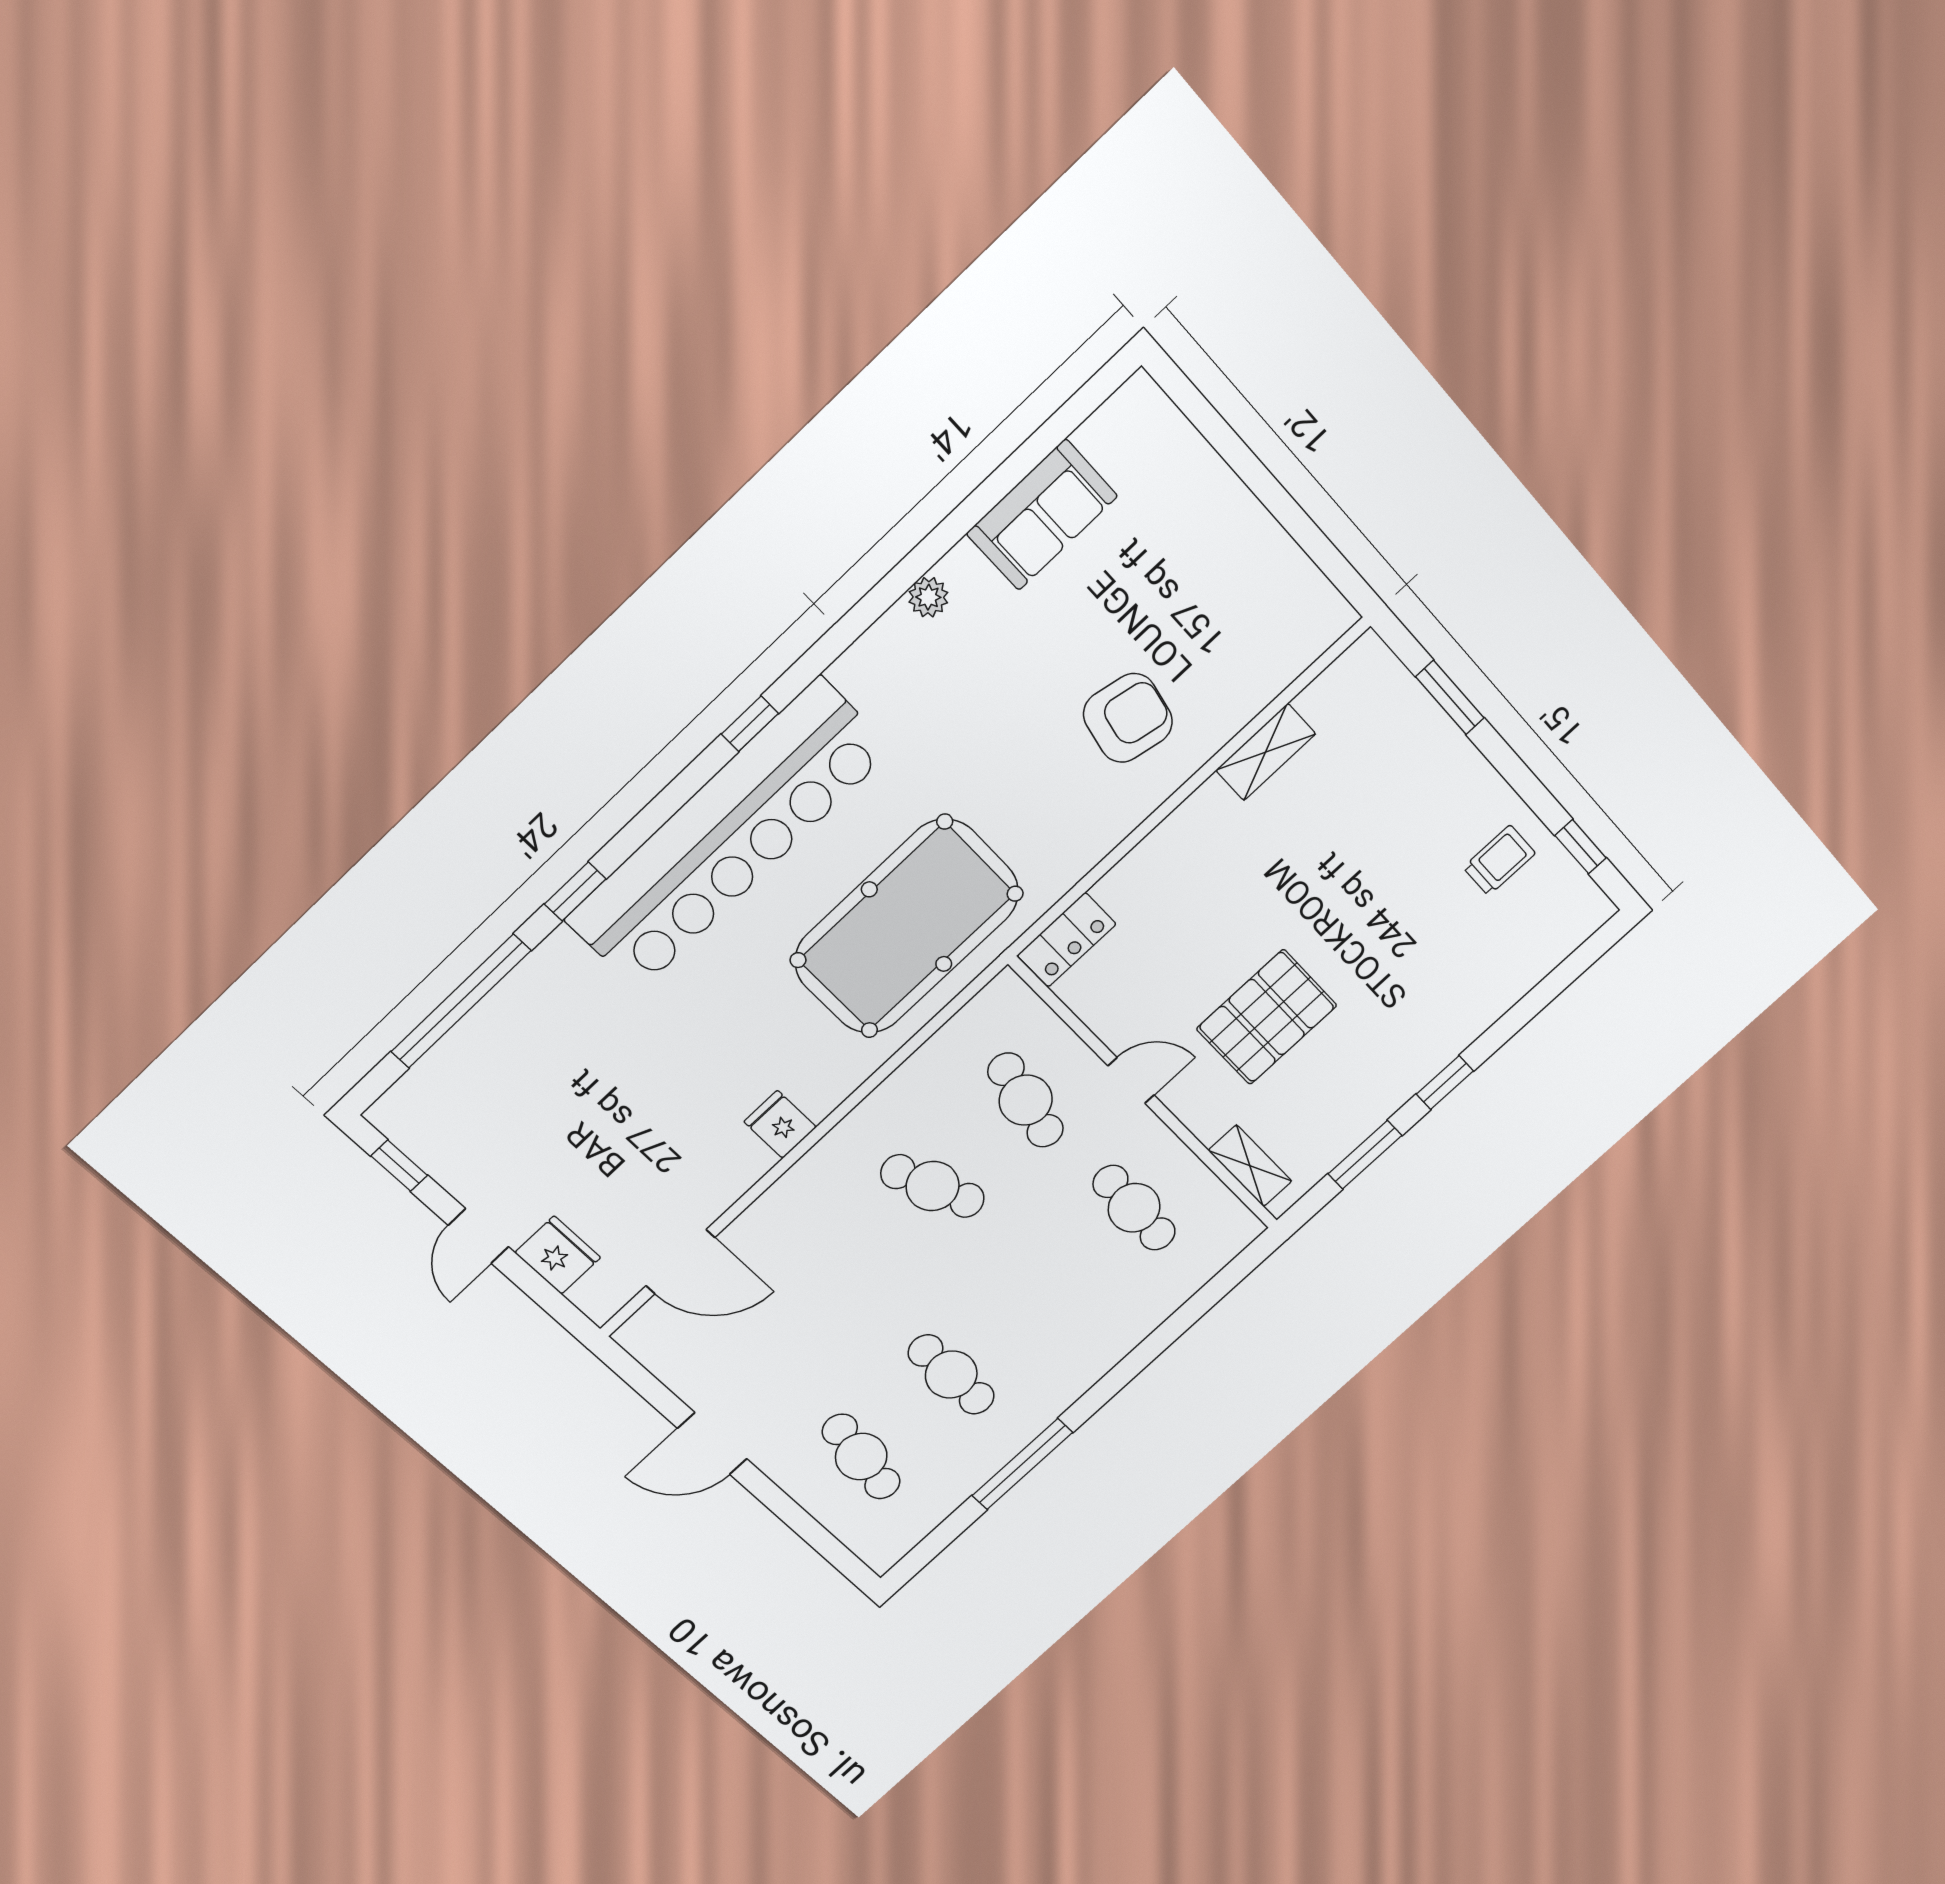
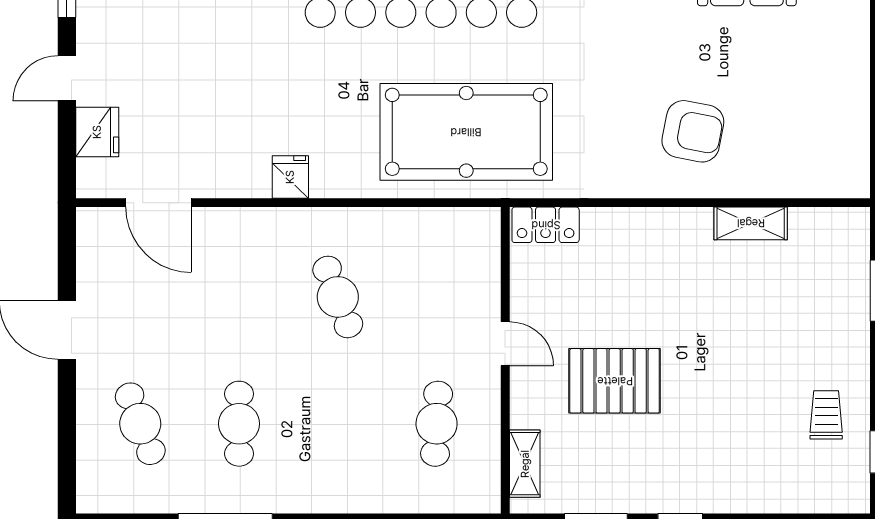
trolley: (1499, 860) -> (826, 415), turned -90
cafe table: (1026, 1100) -> (437, 297), removed
cafe table: (861, 1457) -> (140, 424), turned -30

